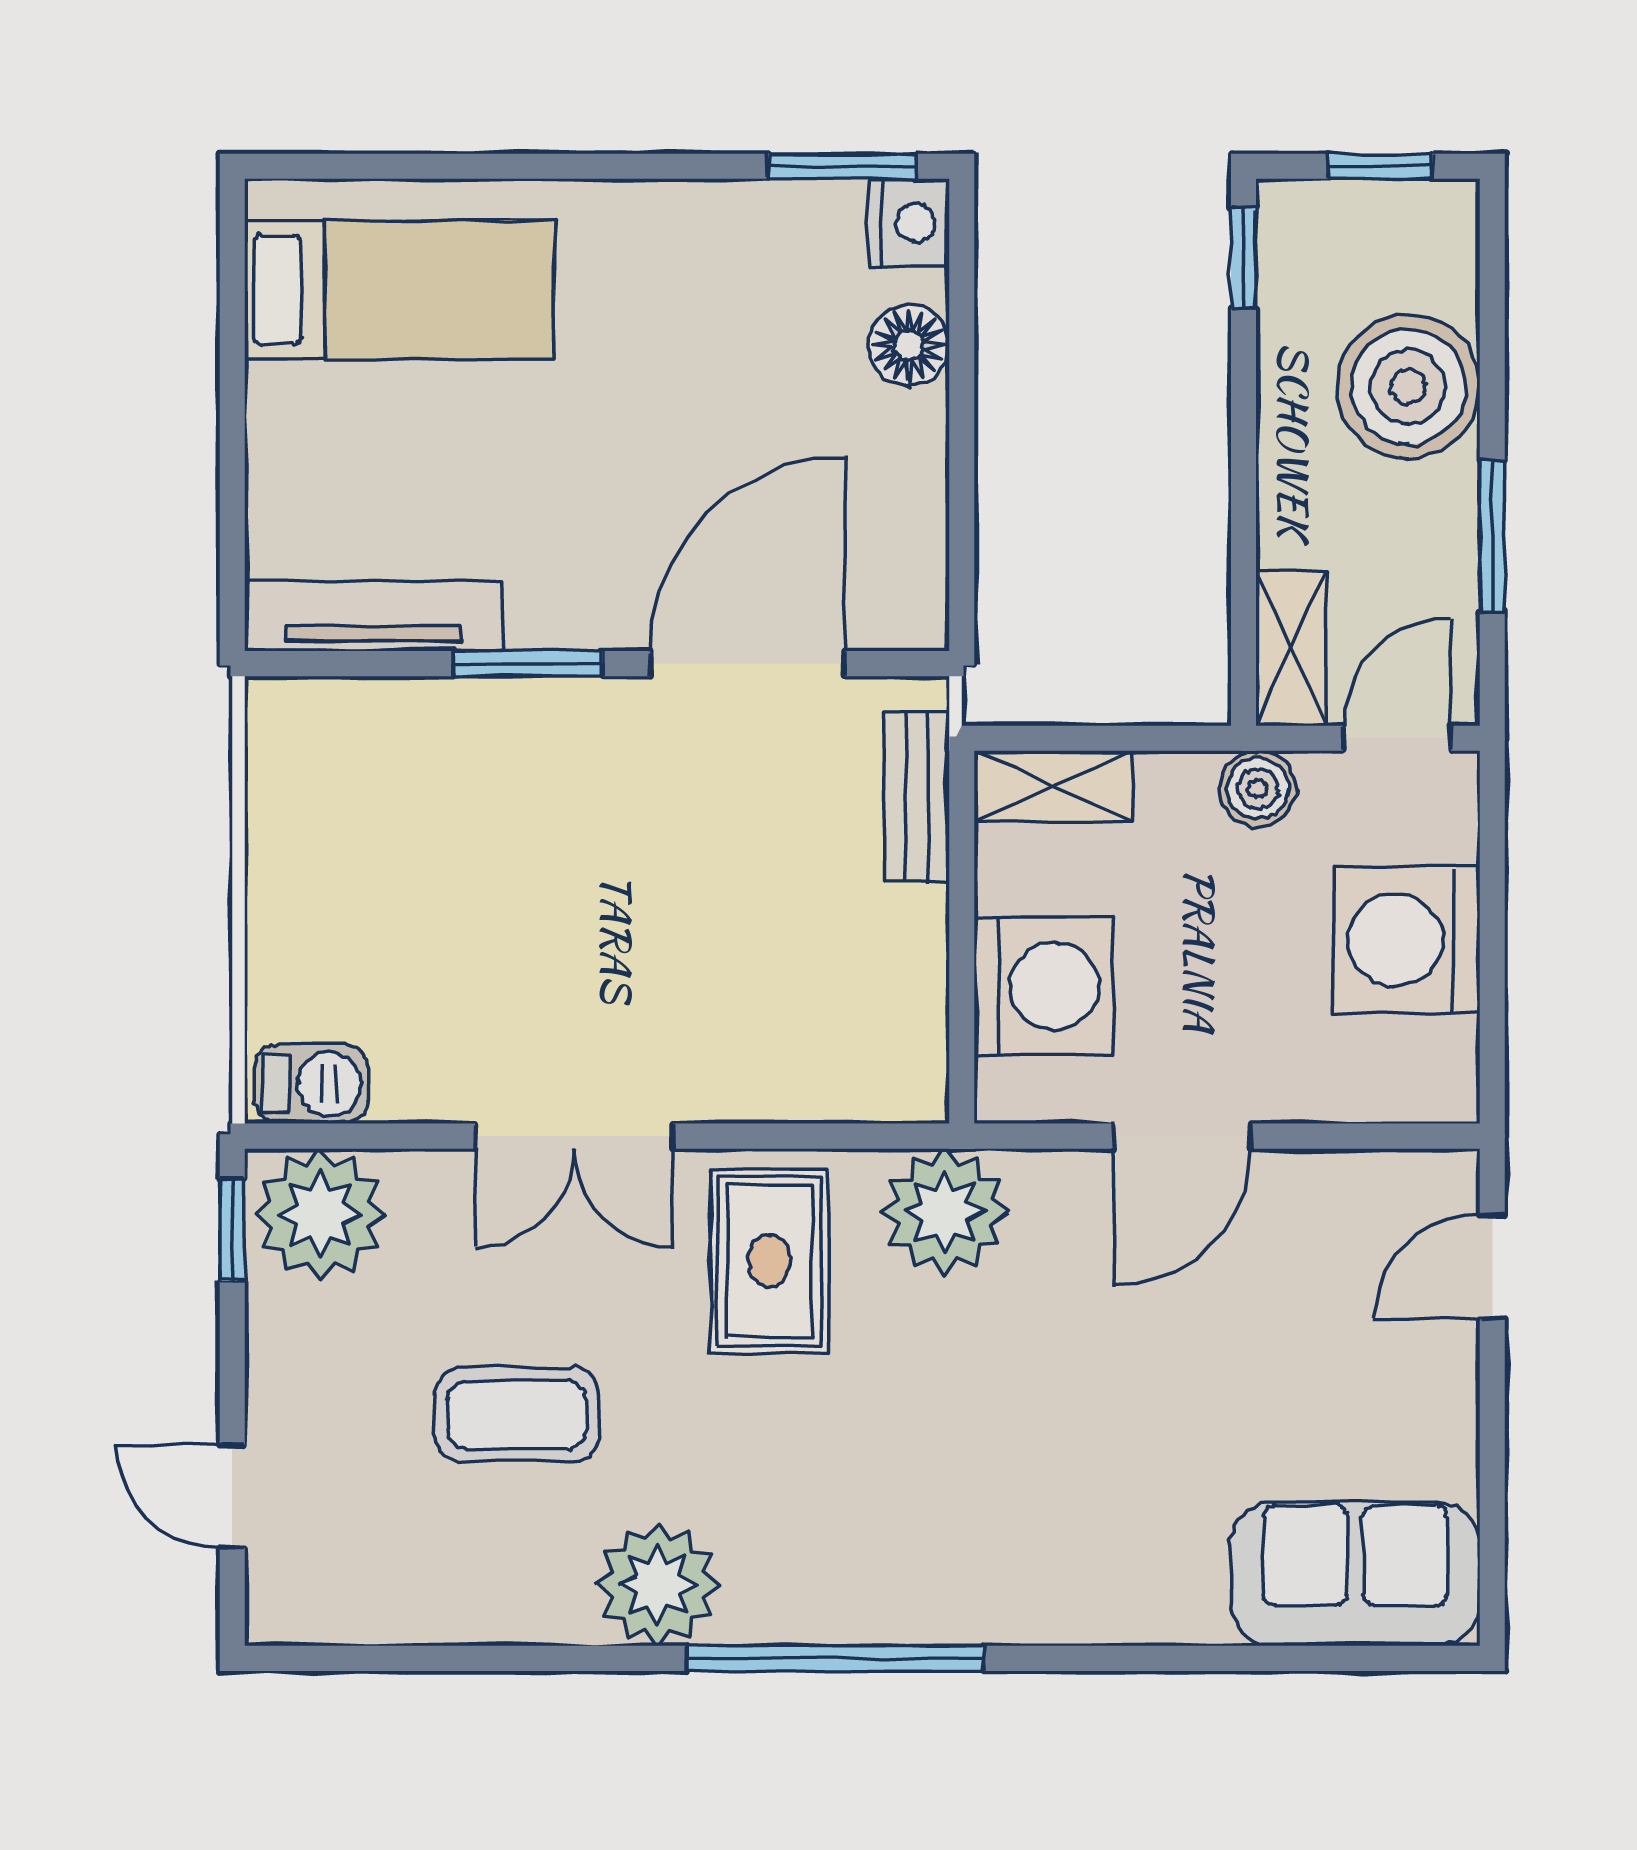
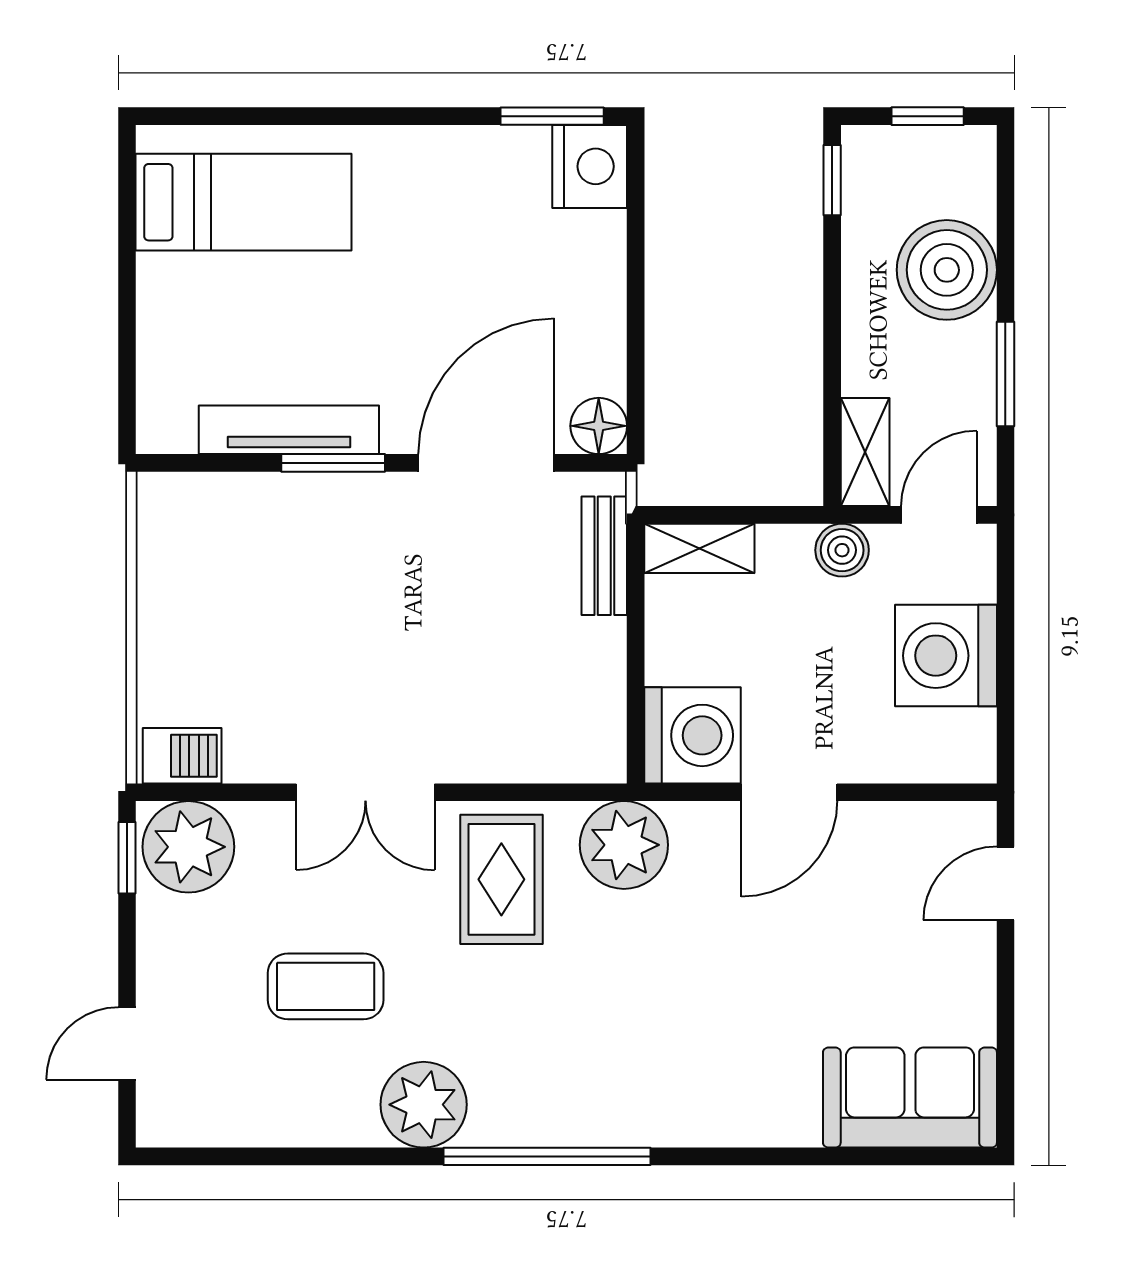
nightstand: (909, 223) -> (590, 166), width x1.36, depth x1.33
floor lamp: (909, 345) -> (599, 426), moved
tv unit: (374, 616) -> (289, 430), moved
washing machine: (1043, 986) -> (692, 735), moved
door: (232, 1496) -> (127, 1043), hinge flipped

